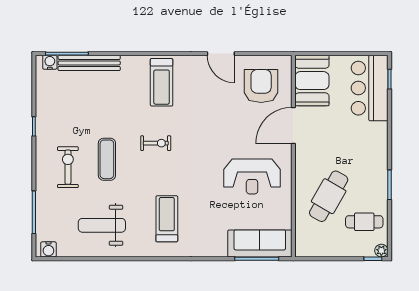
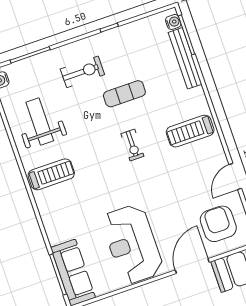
armchair: (261, 86) -> (218, 224), turned -90
door: (293, 125) -> (192, 266), hinge flipped
exercise mat: (107, 159) -> (124, 94), moved
reception desk: (252, 176) -> (132, 244), width x1.36, depth x1.30
treadmill: (167, 219) -> (51, 174), moved

